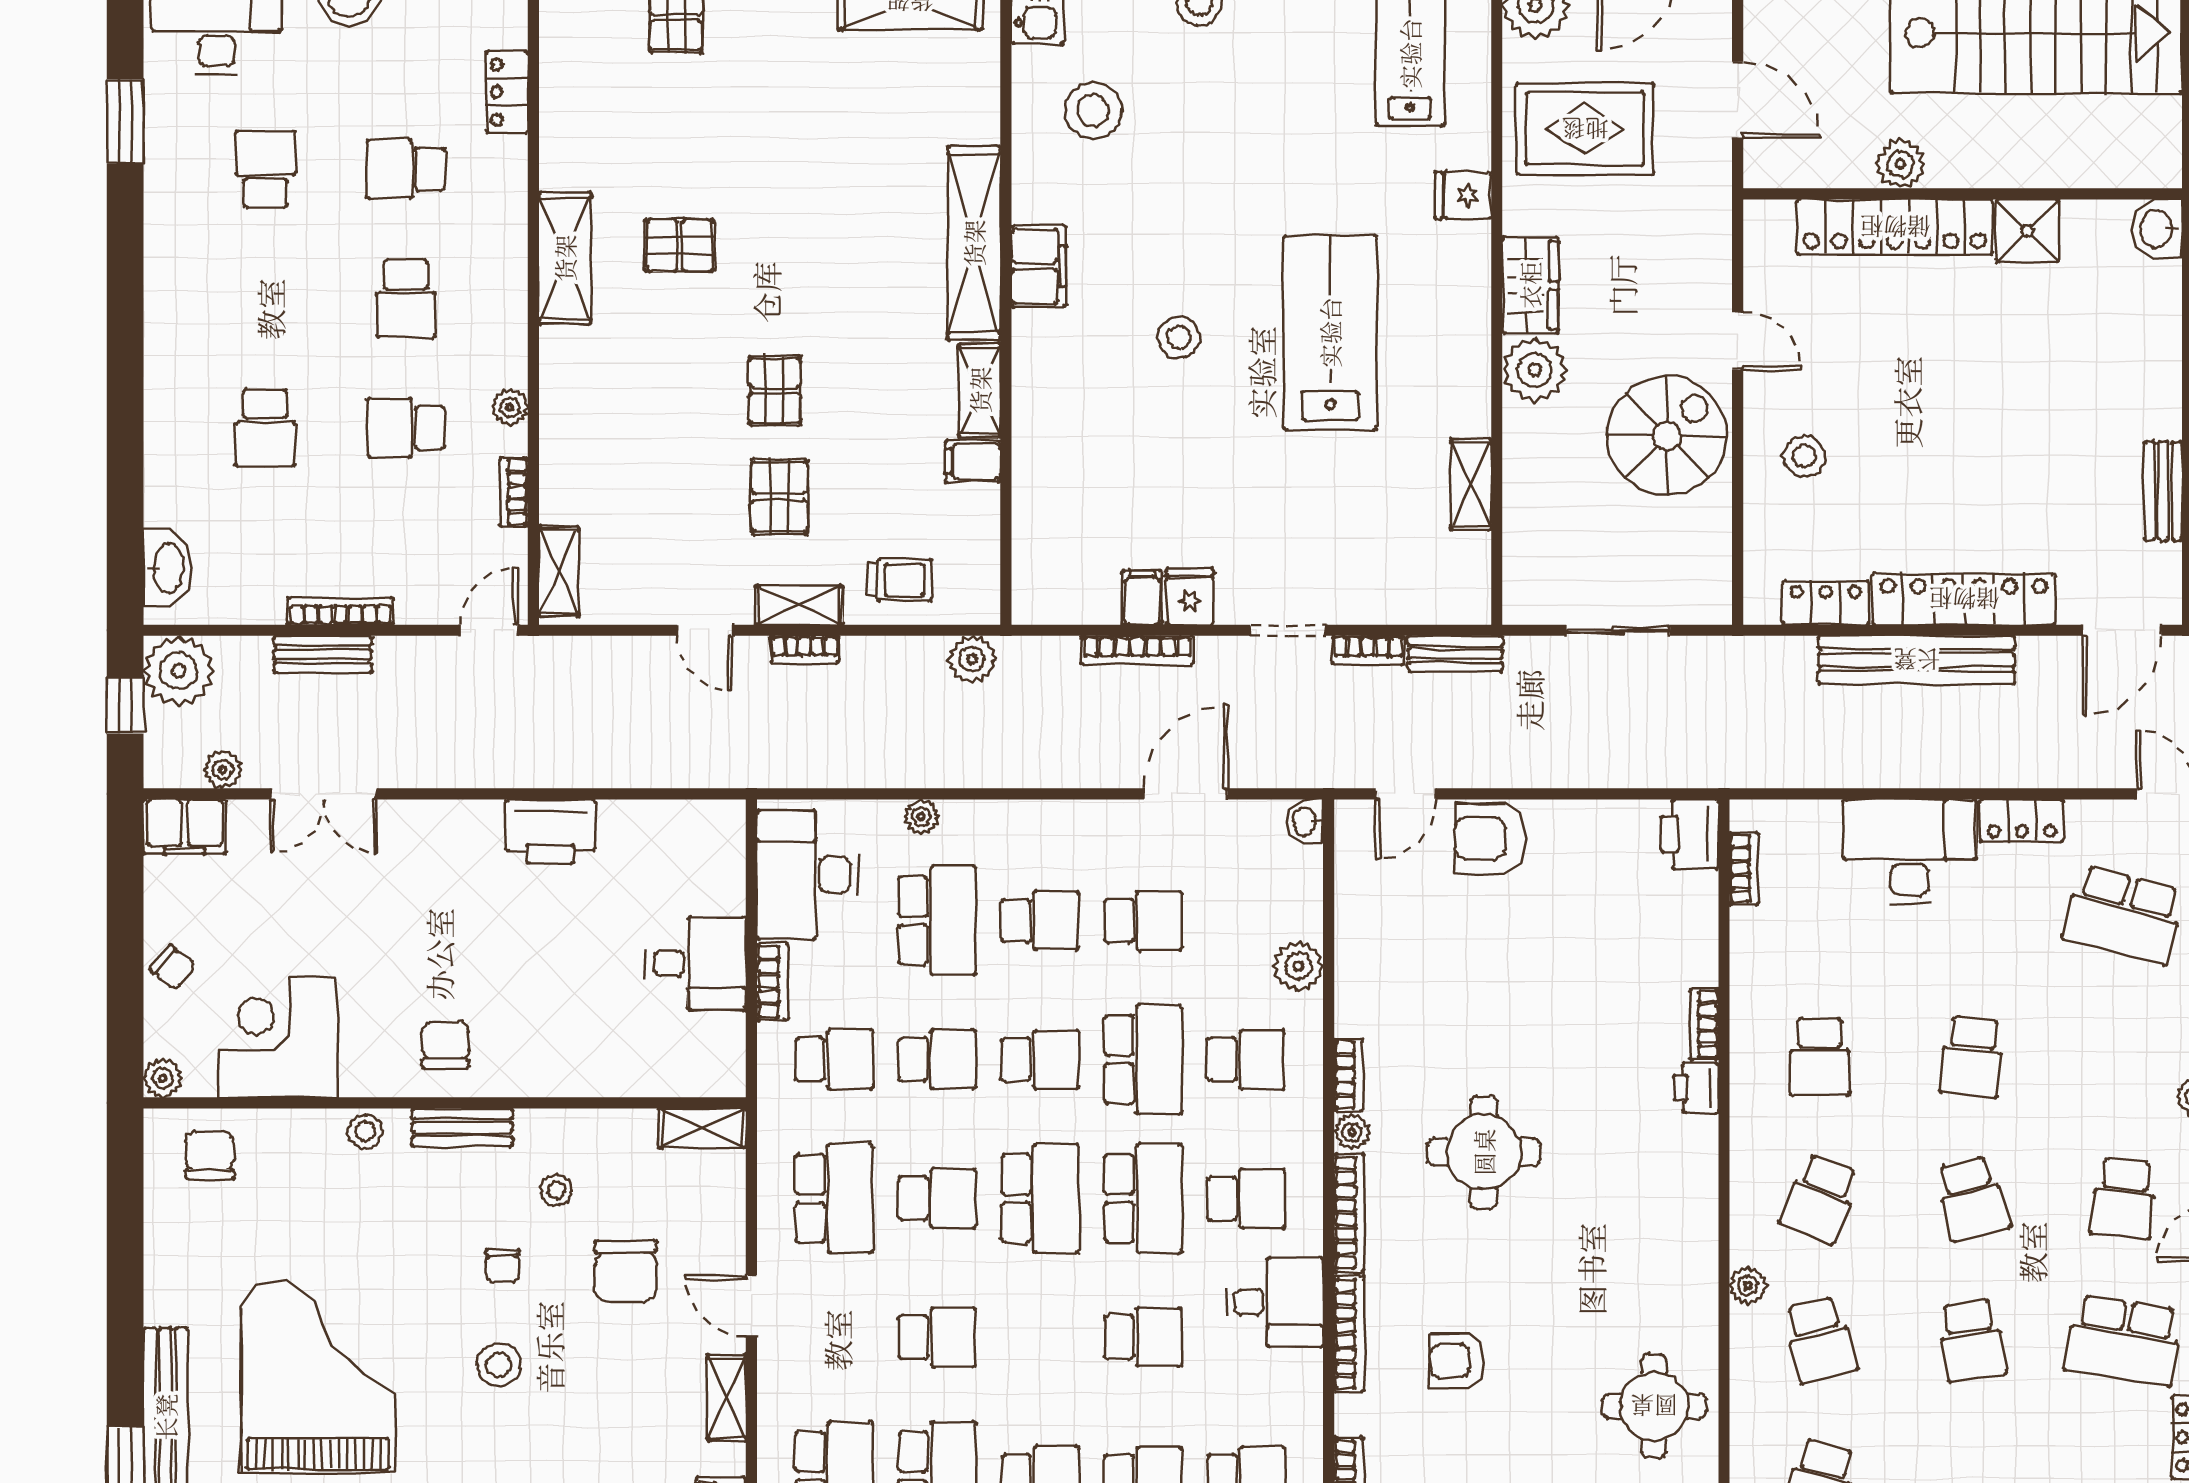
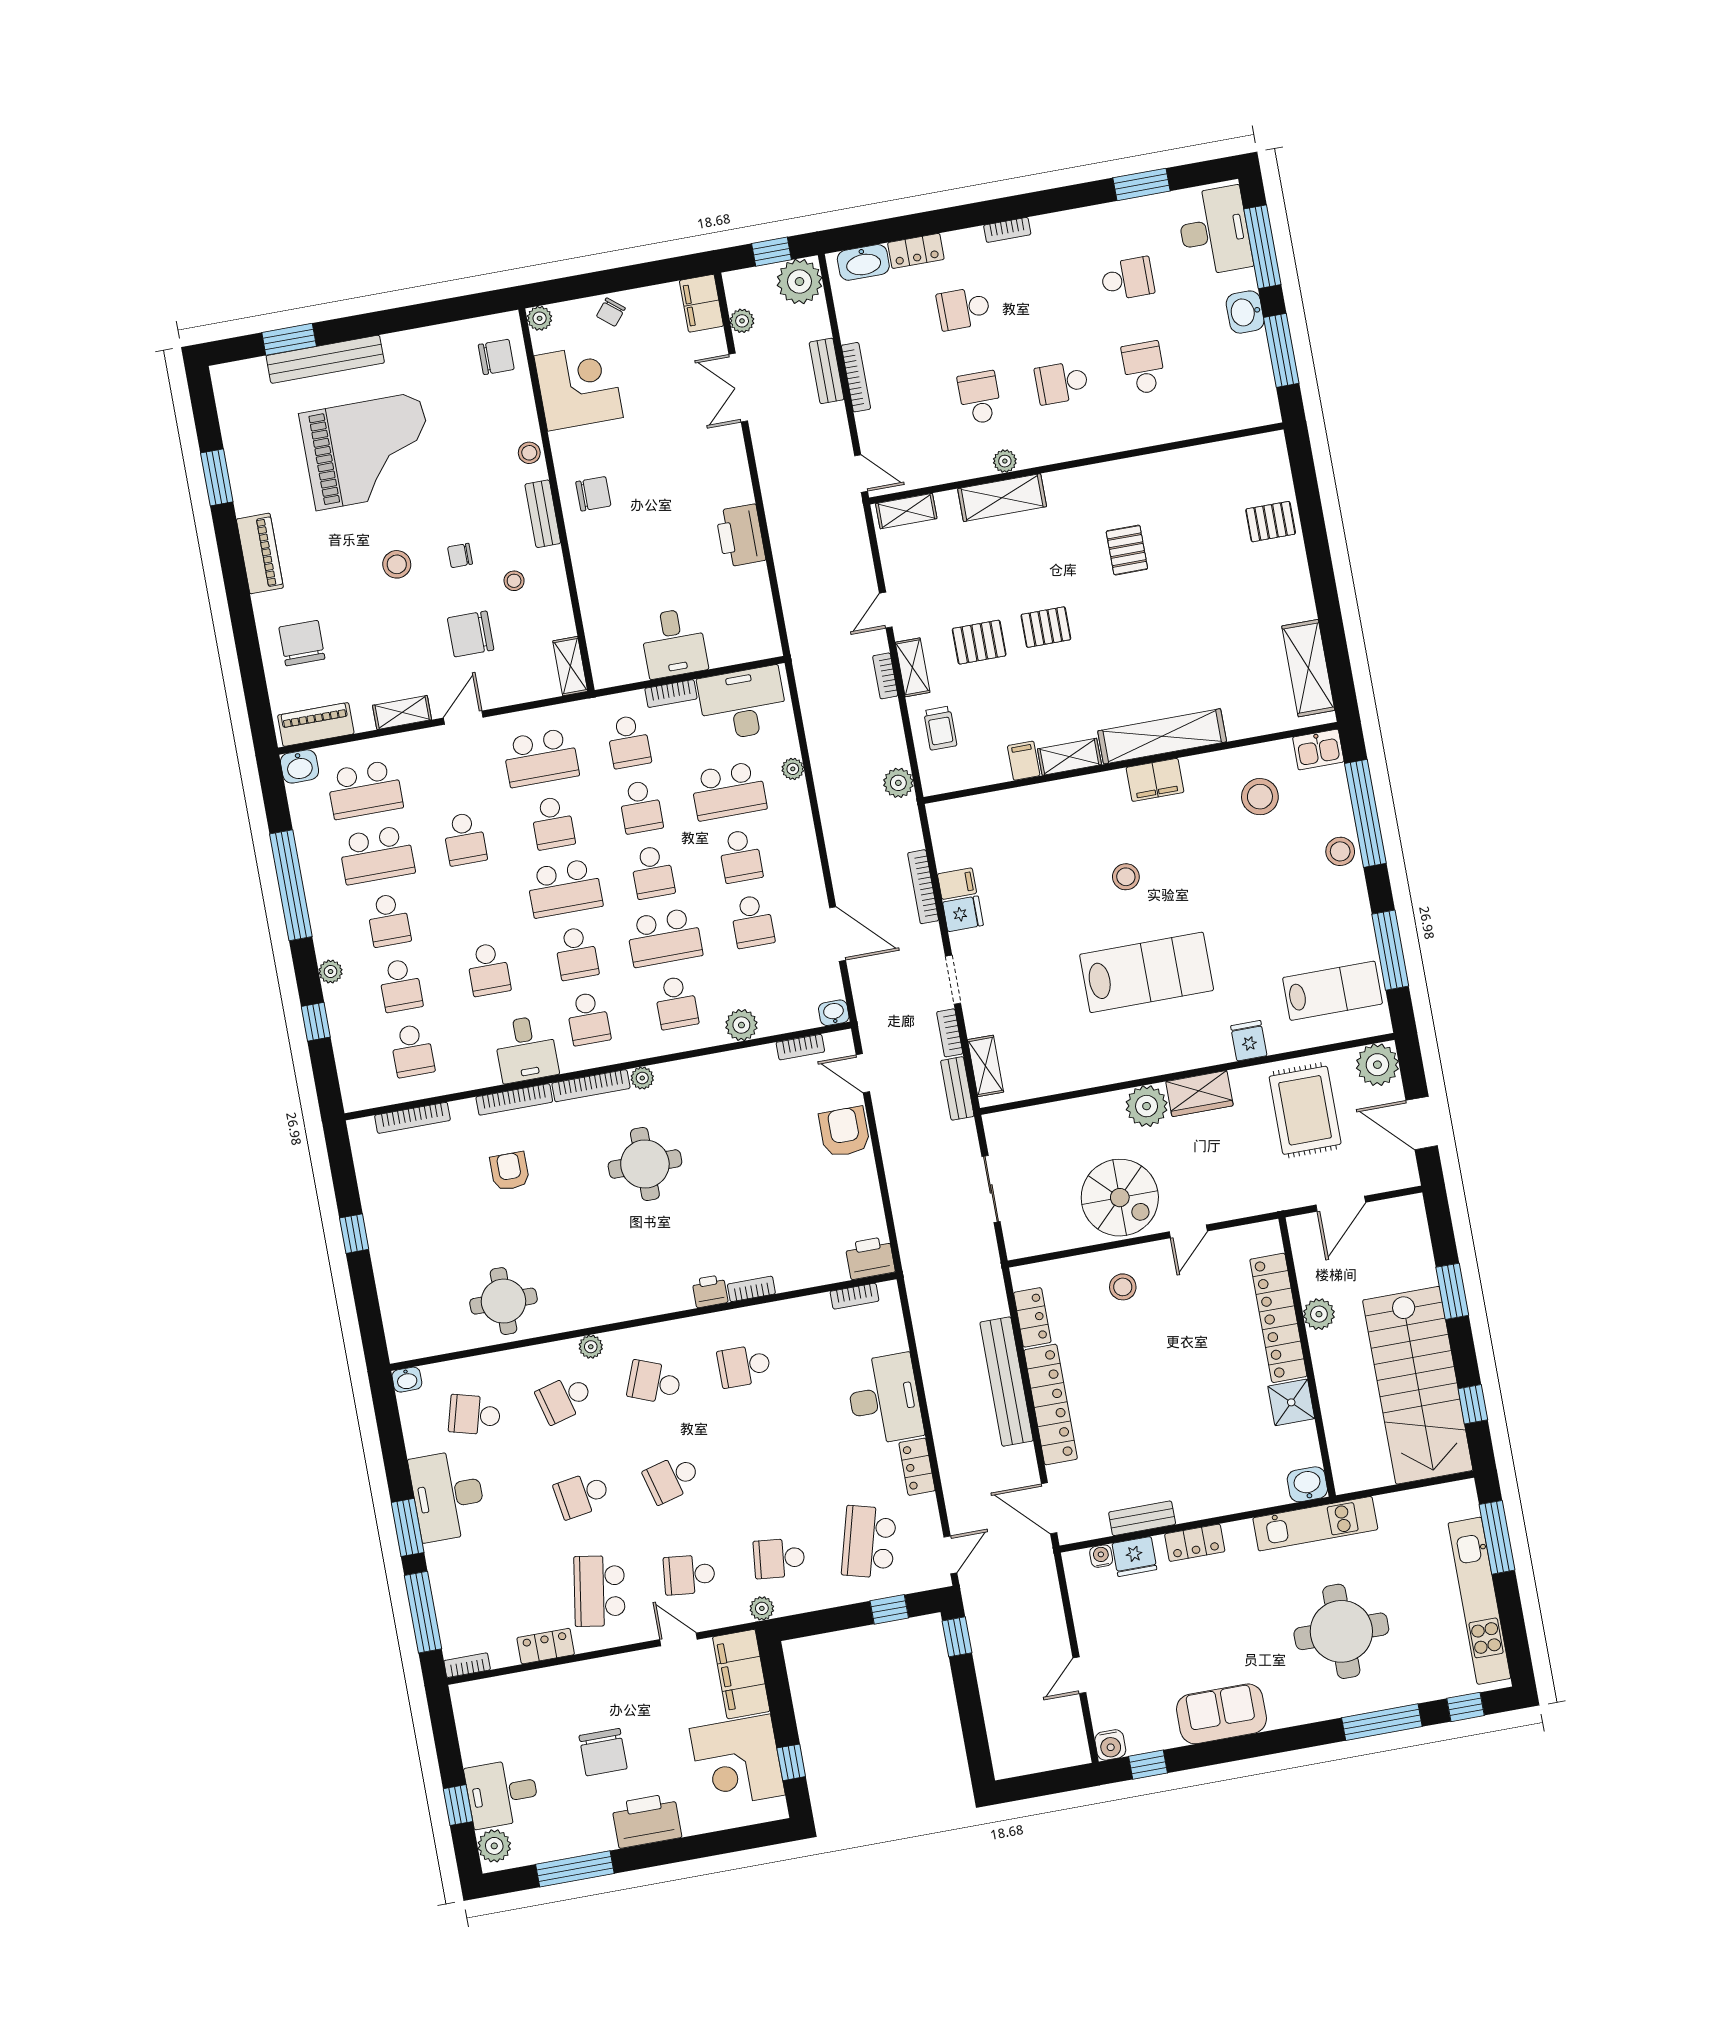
locker: (507, 92) -> (916, 251), moved, turned 180
shelving: (565, 258) -> (1002, 498), moved
shelving: (1471, 484) -> (986, 1066), moved, turned 90
bookcase: (514, 492) -> (1007, 230), moved, turned 180
school desk: (1972, 1057) -> (779, 1558), moved
bookcase: (1348, 1075) -> (800, 1047), moved
school desk: (1143, 1198) -> (576, 953), width x0.54

